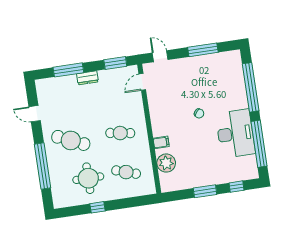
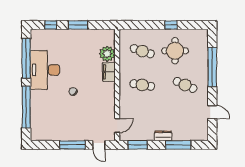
window: (203, 50) -> (72, 145), moved
cafe table: (71, 140) -> (185, 85), width x0.73, depth x0.74
filing cabinet: (161, 142) -> (109, 72), width x2.00

